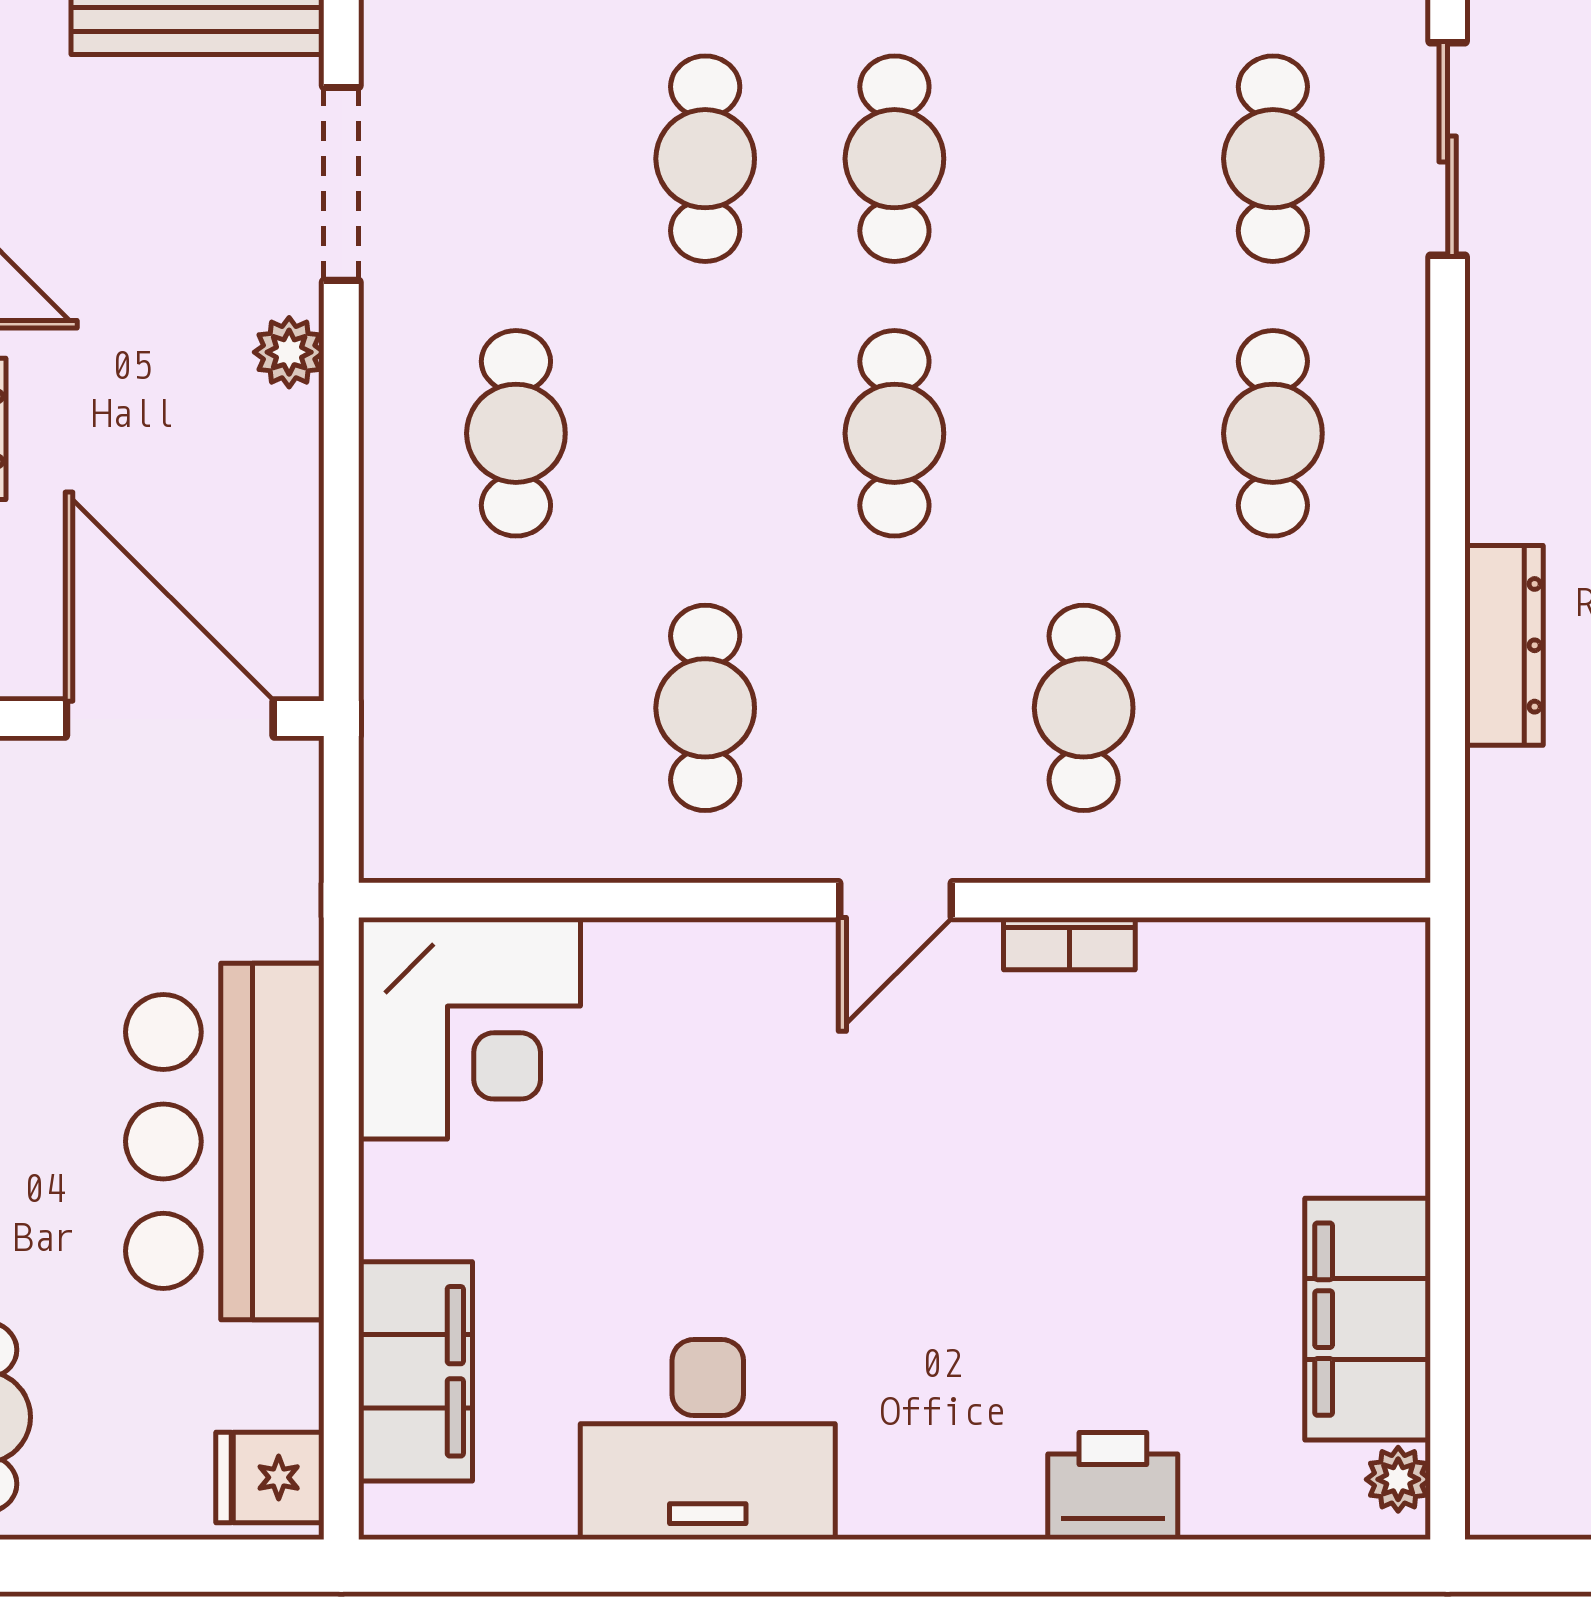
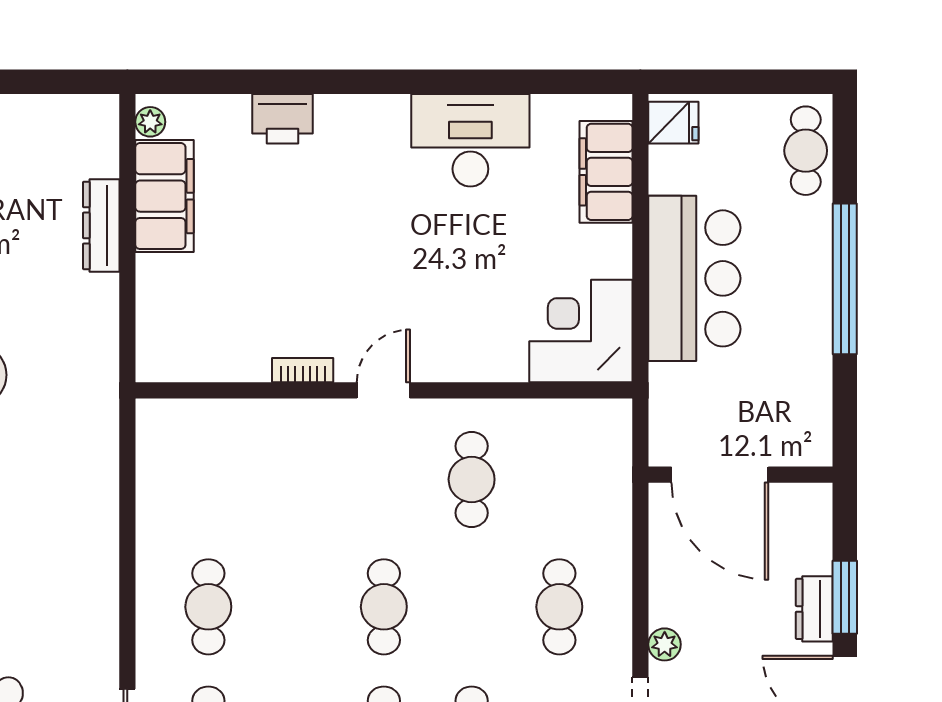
dresser: (1504, 645) -> (101, 225), moved
cafe table: (1084, 708) -> (296, 479), removed

